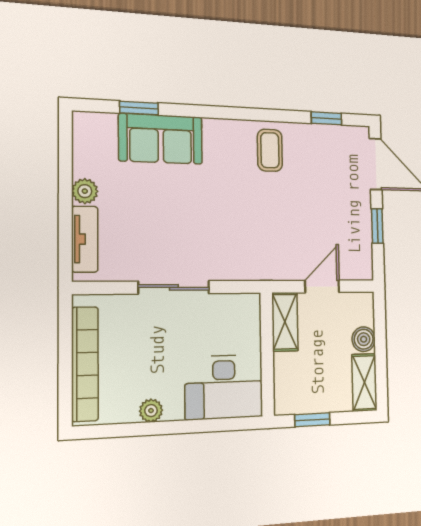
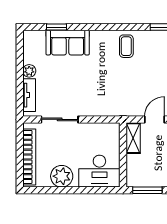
sliding door: (174, 287) -> (60, 119), moved
plant: (151, 411) -> (62, 176), width x1.88, depth x1.88
window: (312, 420) -> (147, 190), width x1.50

